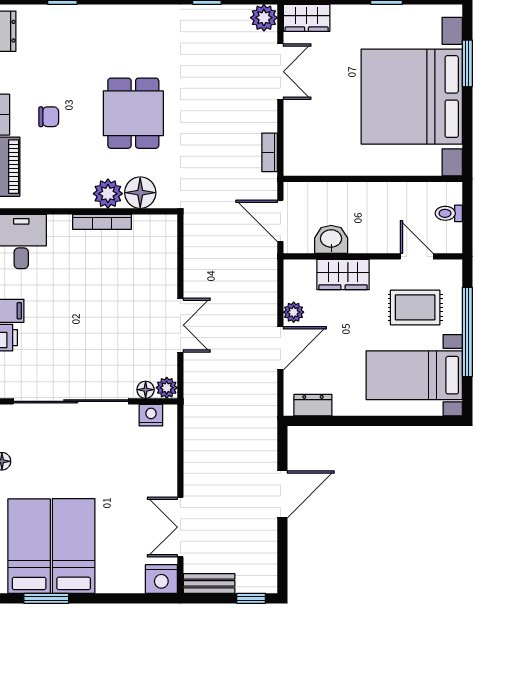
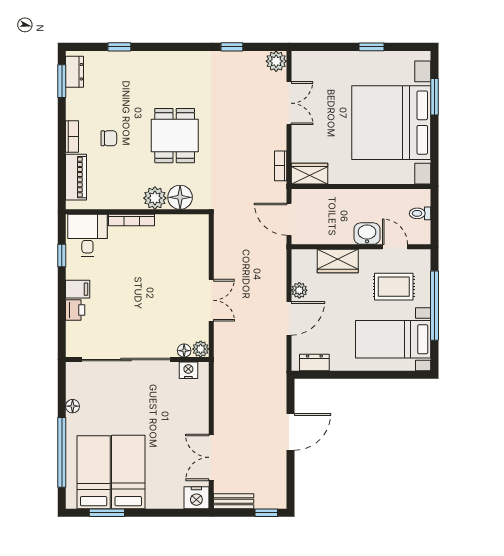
wardrobe: (307, 18) -> (309, 174), moved, turned 180
bookcase: (102, 222) -> (132, 220), moved
washbasin: (331, 239) -> (367, 234), moved

